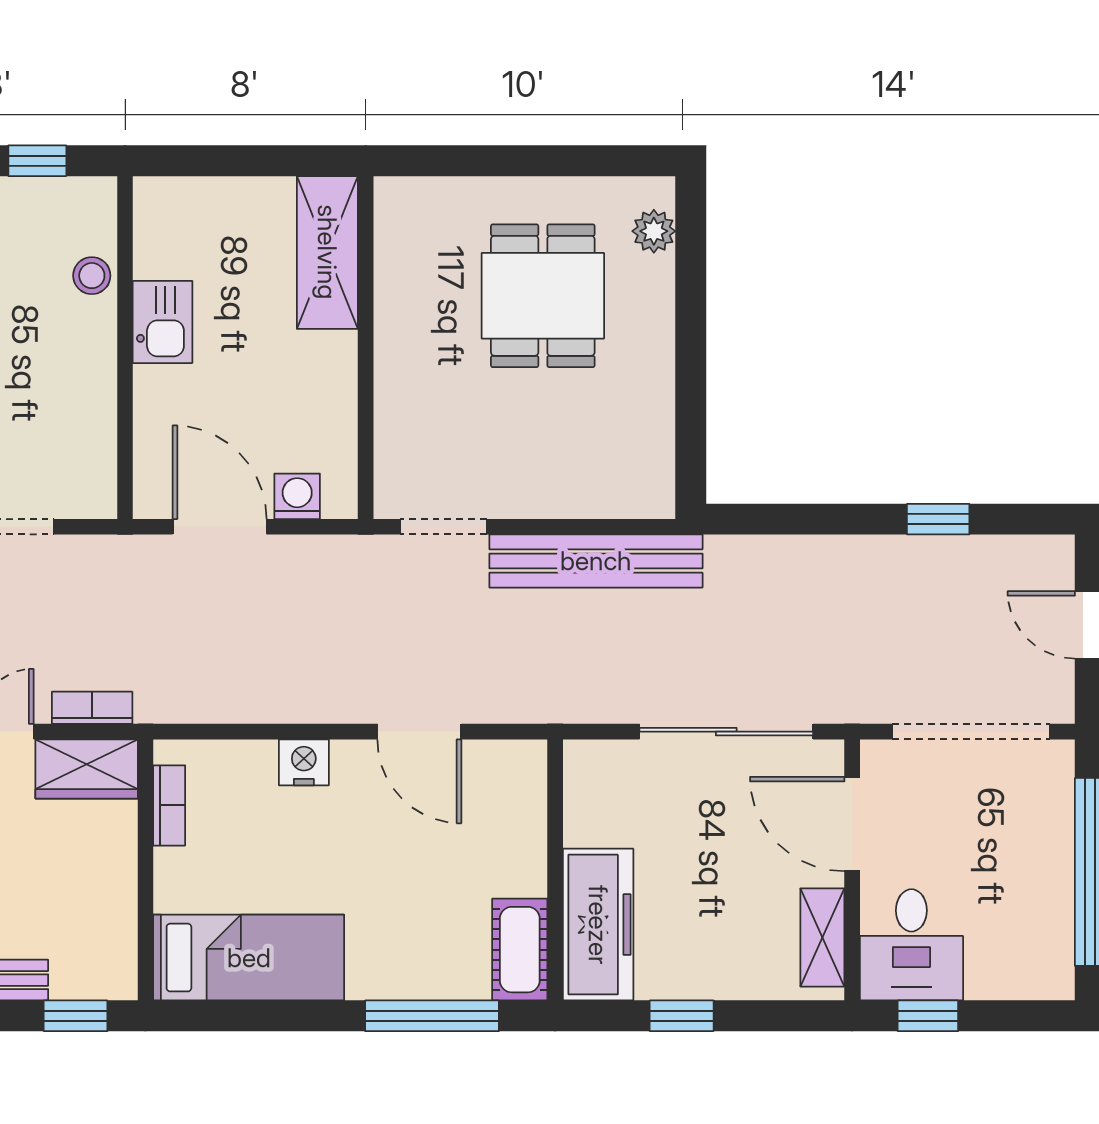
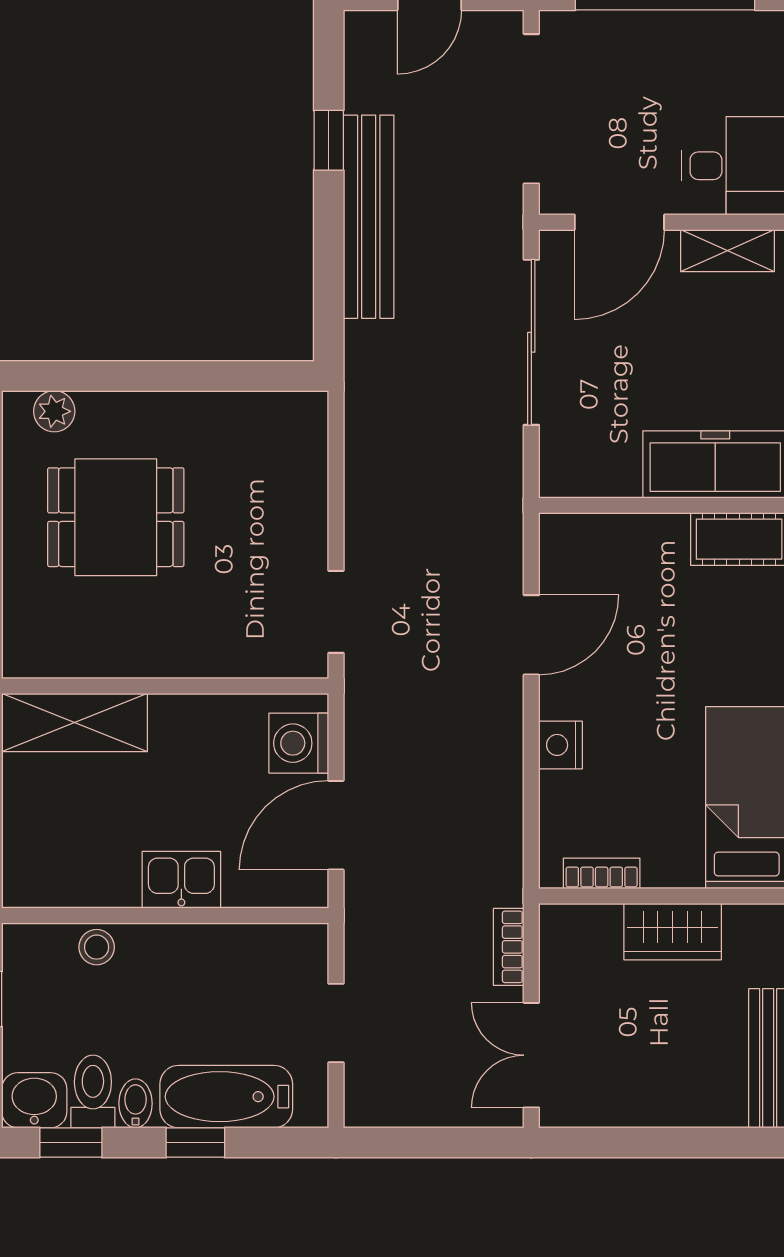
kitchen sink: (162, 322) -> (181, 880), moved
washing machine: (297, 496) -> (299, 743), width x1.38, depth x1.38
bench: (596, 561) -> (369, 217), moved
wardrobe: (87, 769) -> (673, 932), moved, turned 90

